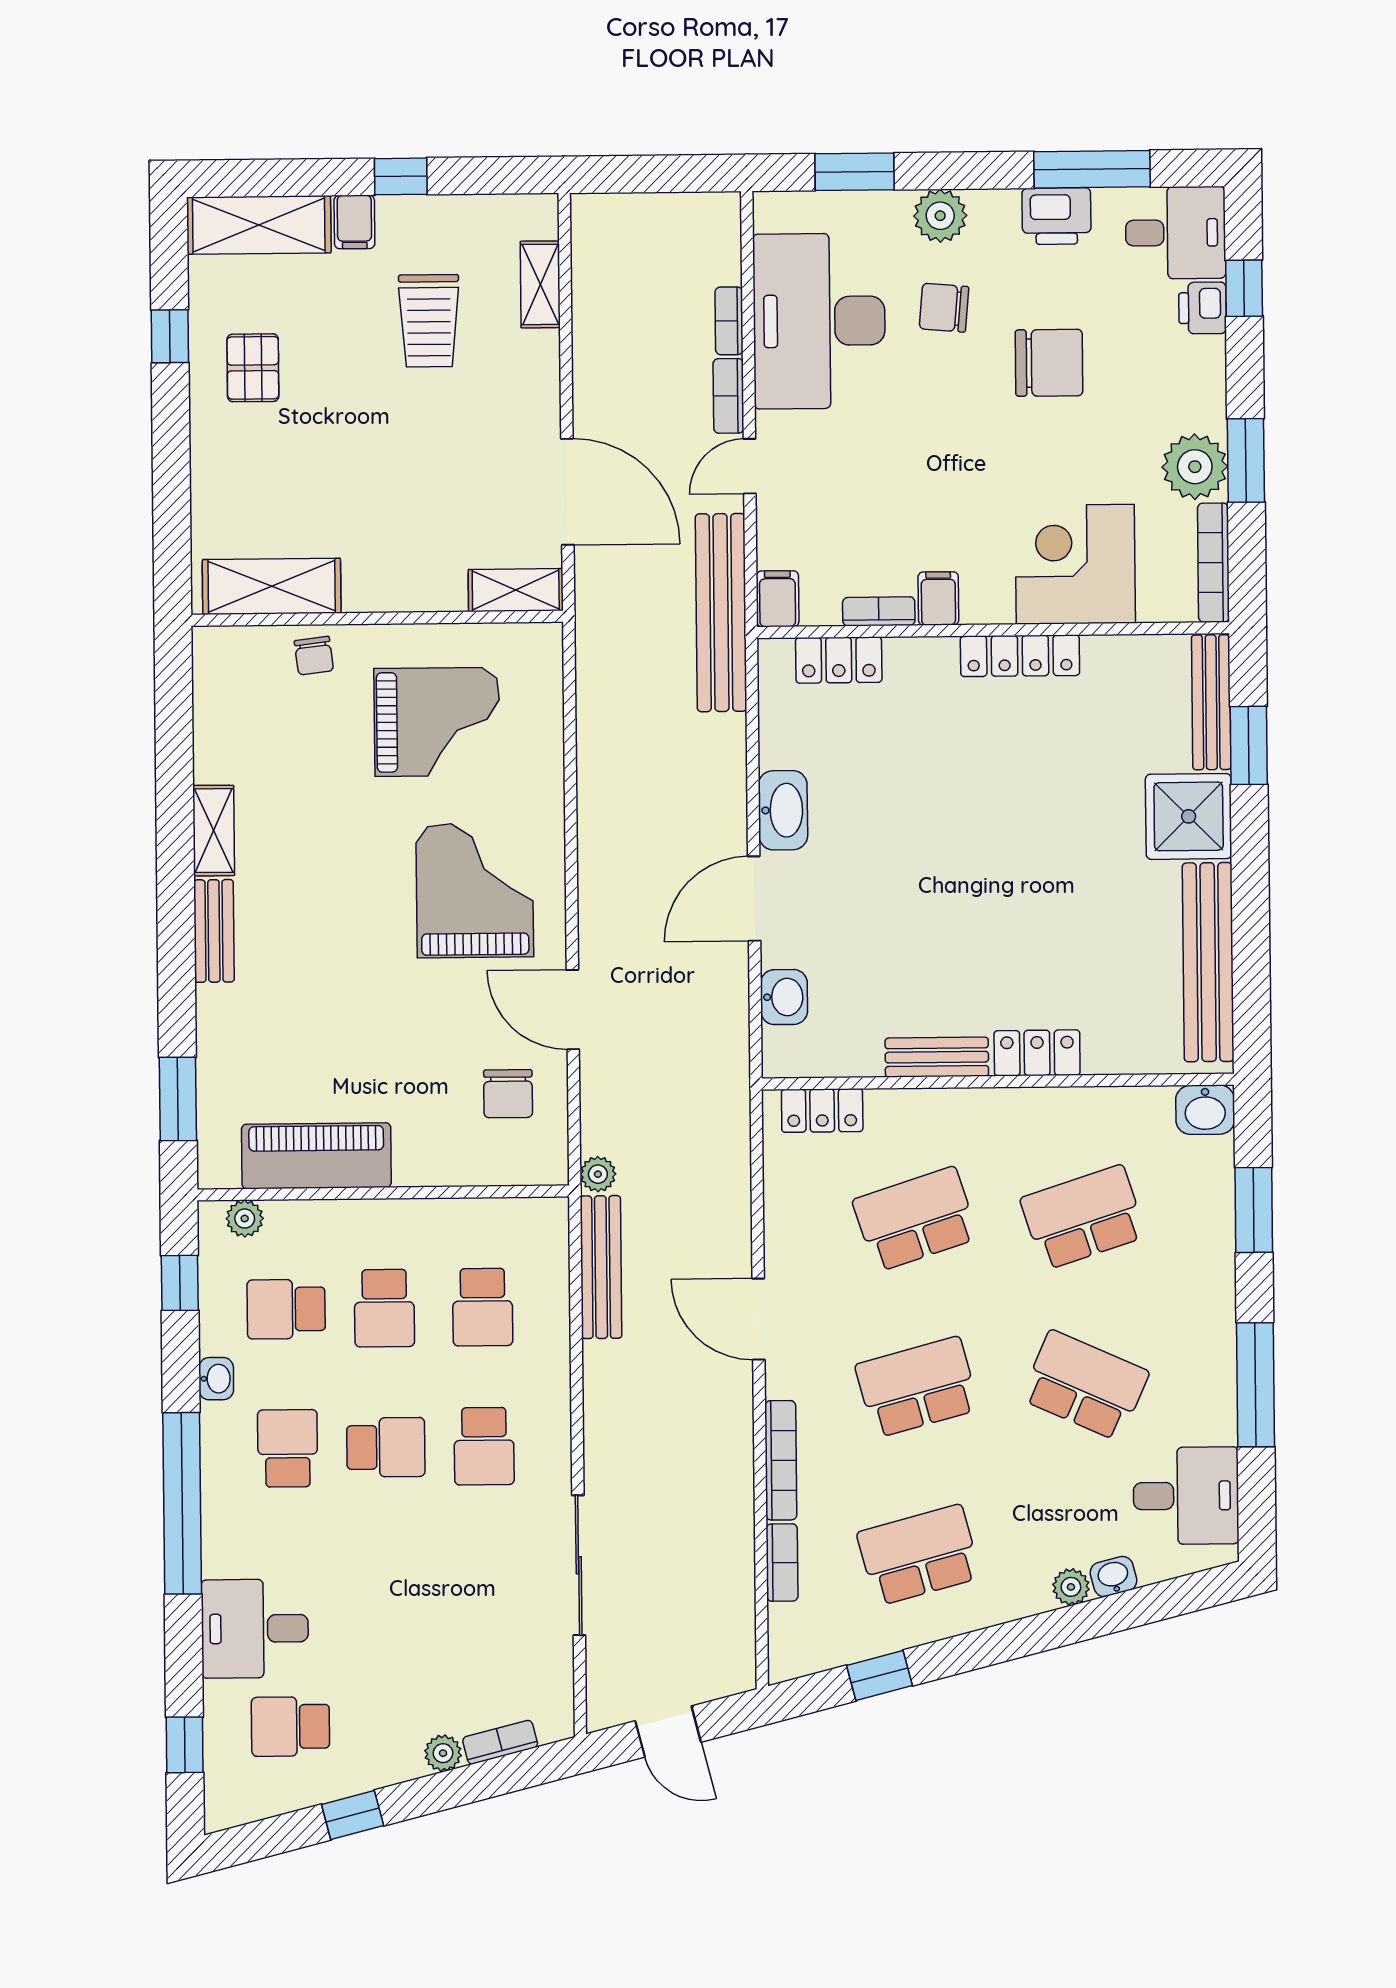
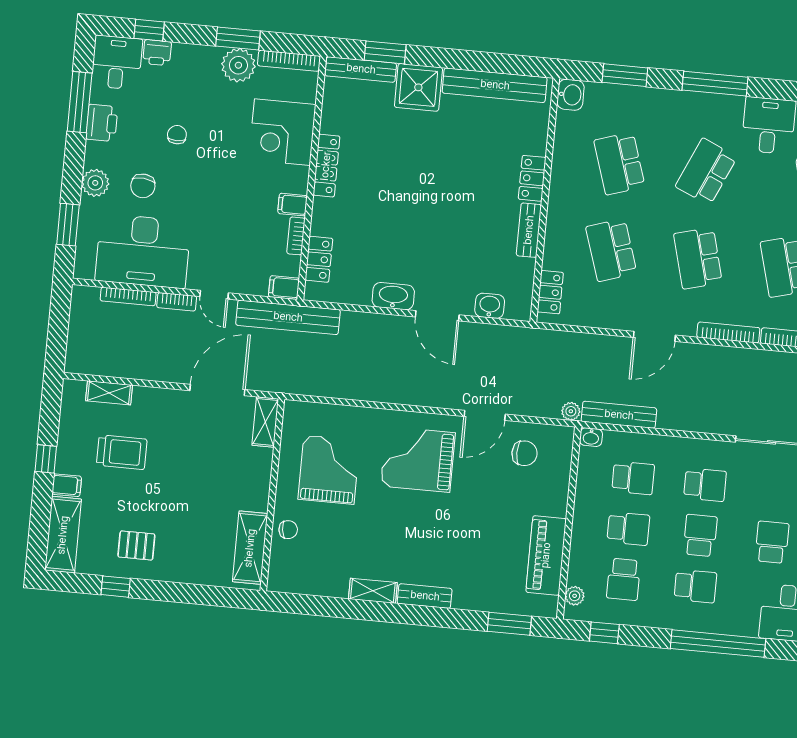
bookcase: (729, 321) -> (128, 297), width x1.56
chair: (1049, 363) -> (177, 135), width x0.54, depth x0.54
washbasin: (216, 1379) -> (591, 437), moved, turned 180
school desk: (288, 1448) -> (695, 586), turned 180
school desk: (387, 1586) -> (772, 542), added

